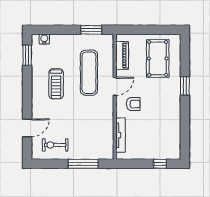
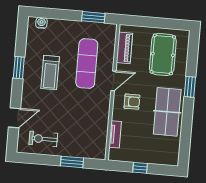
window: (27, 55) -> (19, 68), moved
table tennis table: (166, 110) -> (167, 112), added
tv unit: (120, 135) -> (115, 134), width x0.71
window: (83, 164) -> (72, 162), width x0.69
window: (160, 164) -> (140, 168), moved

